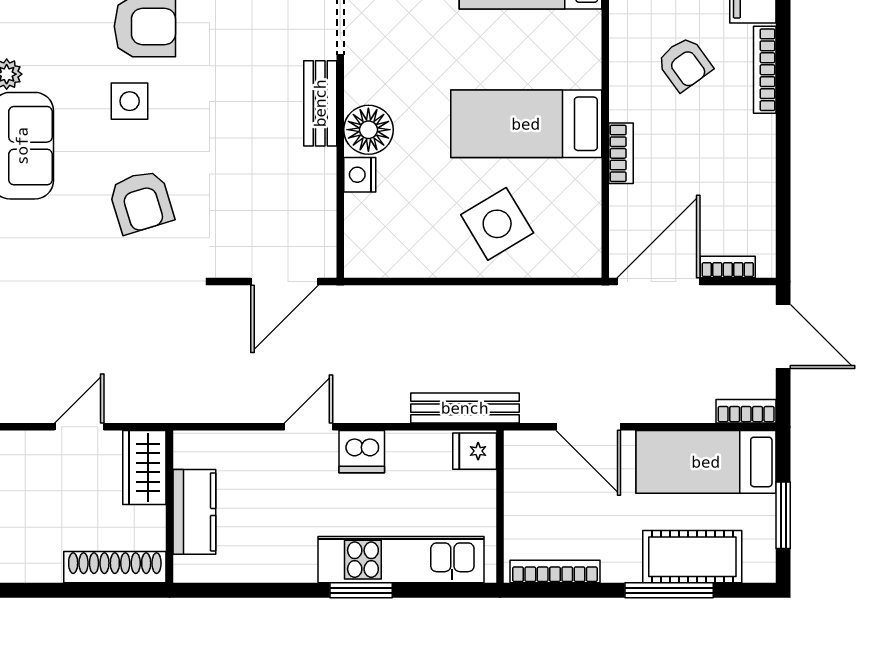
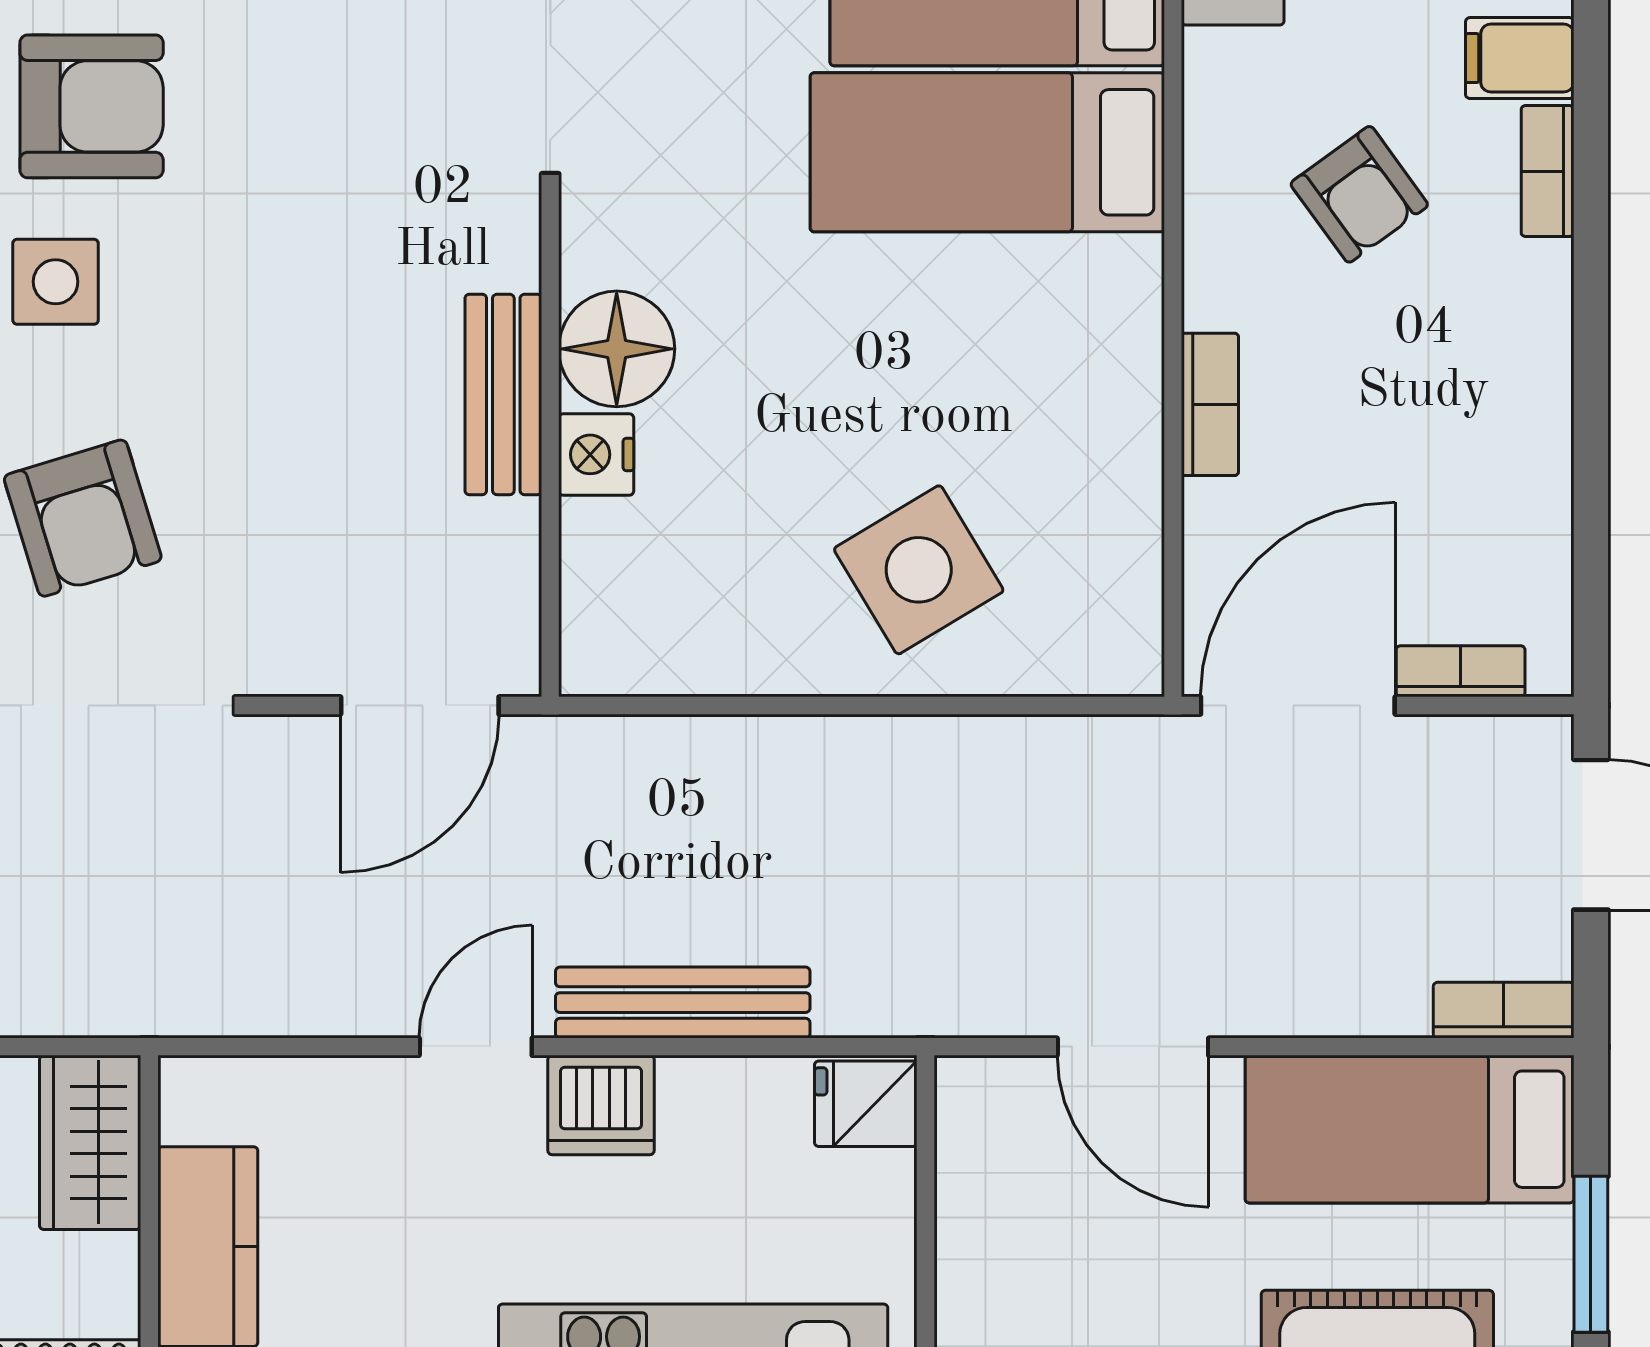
bookcase: (765, 70) -> (1548, 171), width x0.64
bench: (320, 103) -> (503, 394), moved
bed: (526, 124) -> (987, 152), moved
bench: (465, 408) -> (683, 1003), moved

